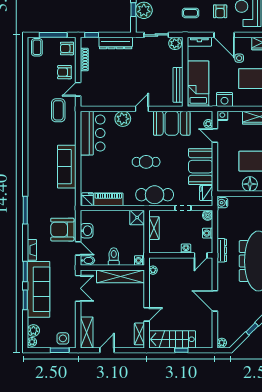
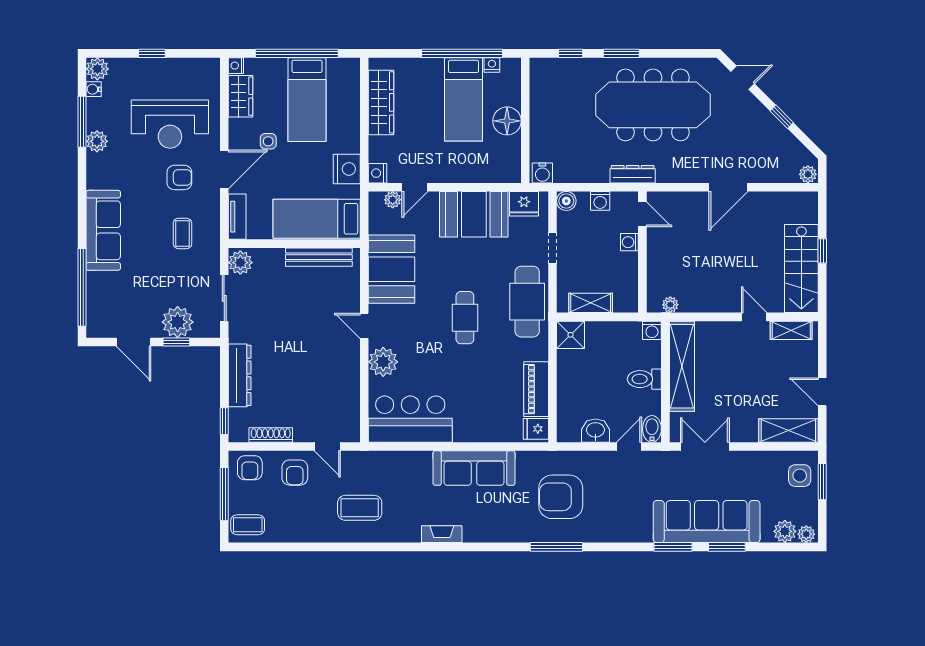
coffee table: (58, 110) -> (360, 508), moved
armchair: (62, 230) -> (561, 497), moved, turned 90
fireplace: (32, 250) -> (442, 534), moved

